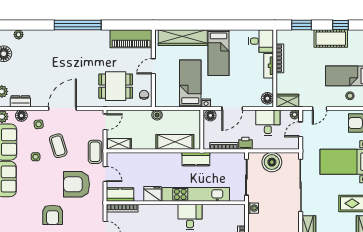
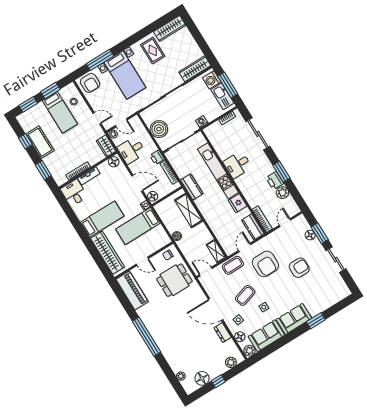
dining table: (116, 86) -> (174, 280), turned 90
dresser: (20, 101) -> (223, 333), moved

